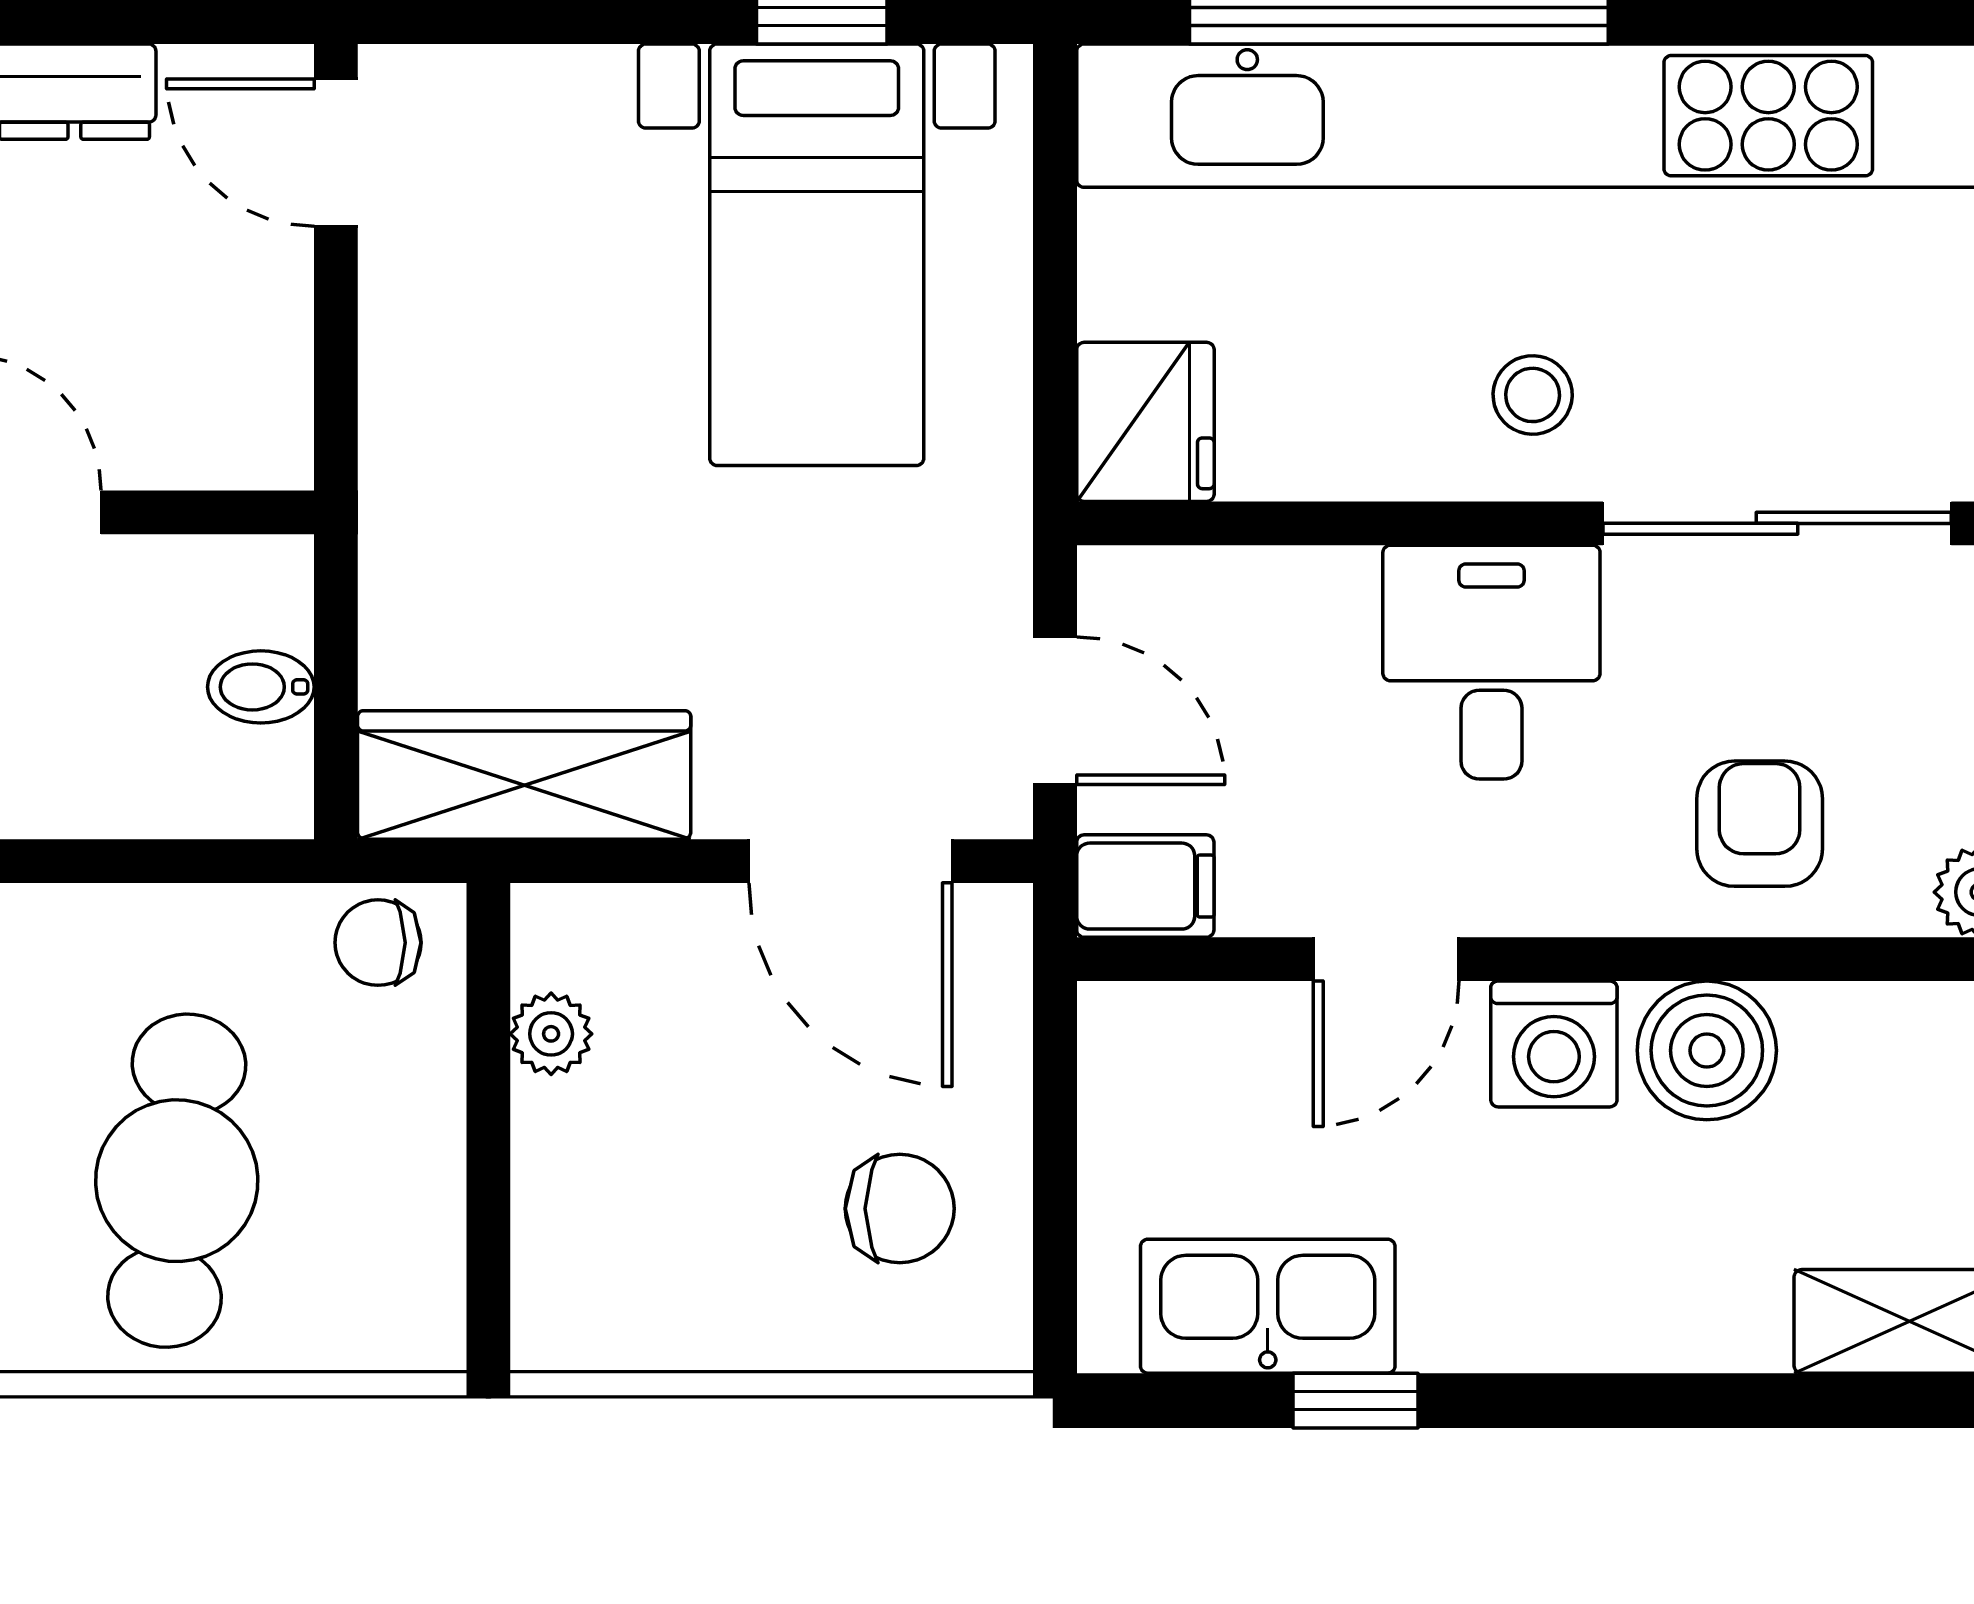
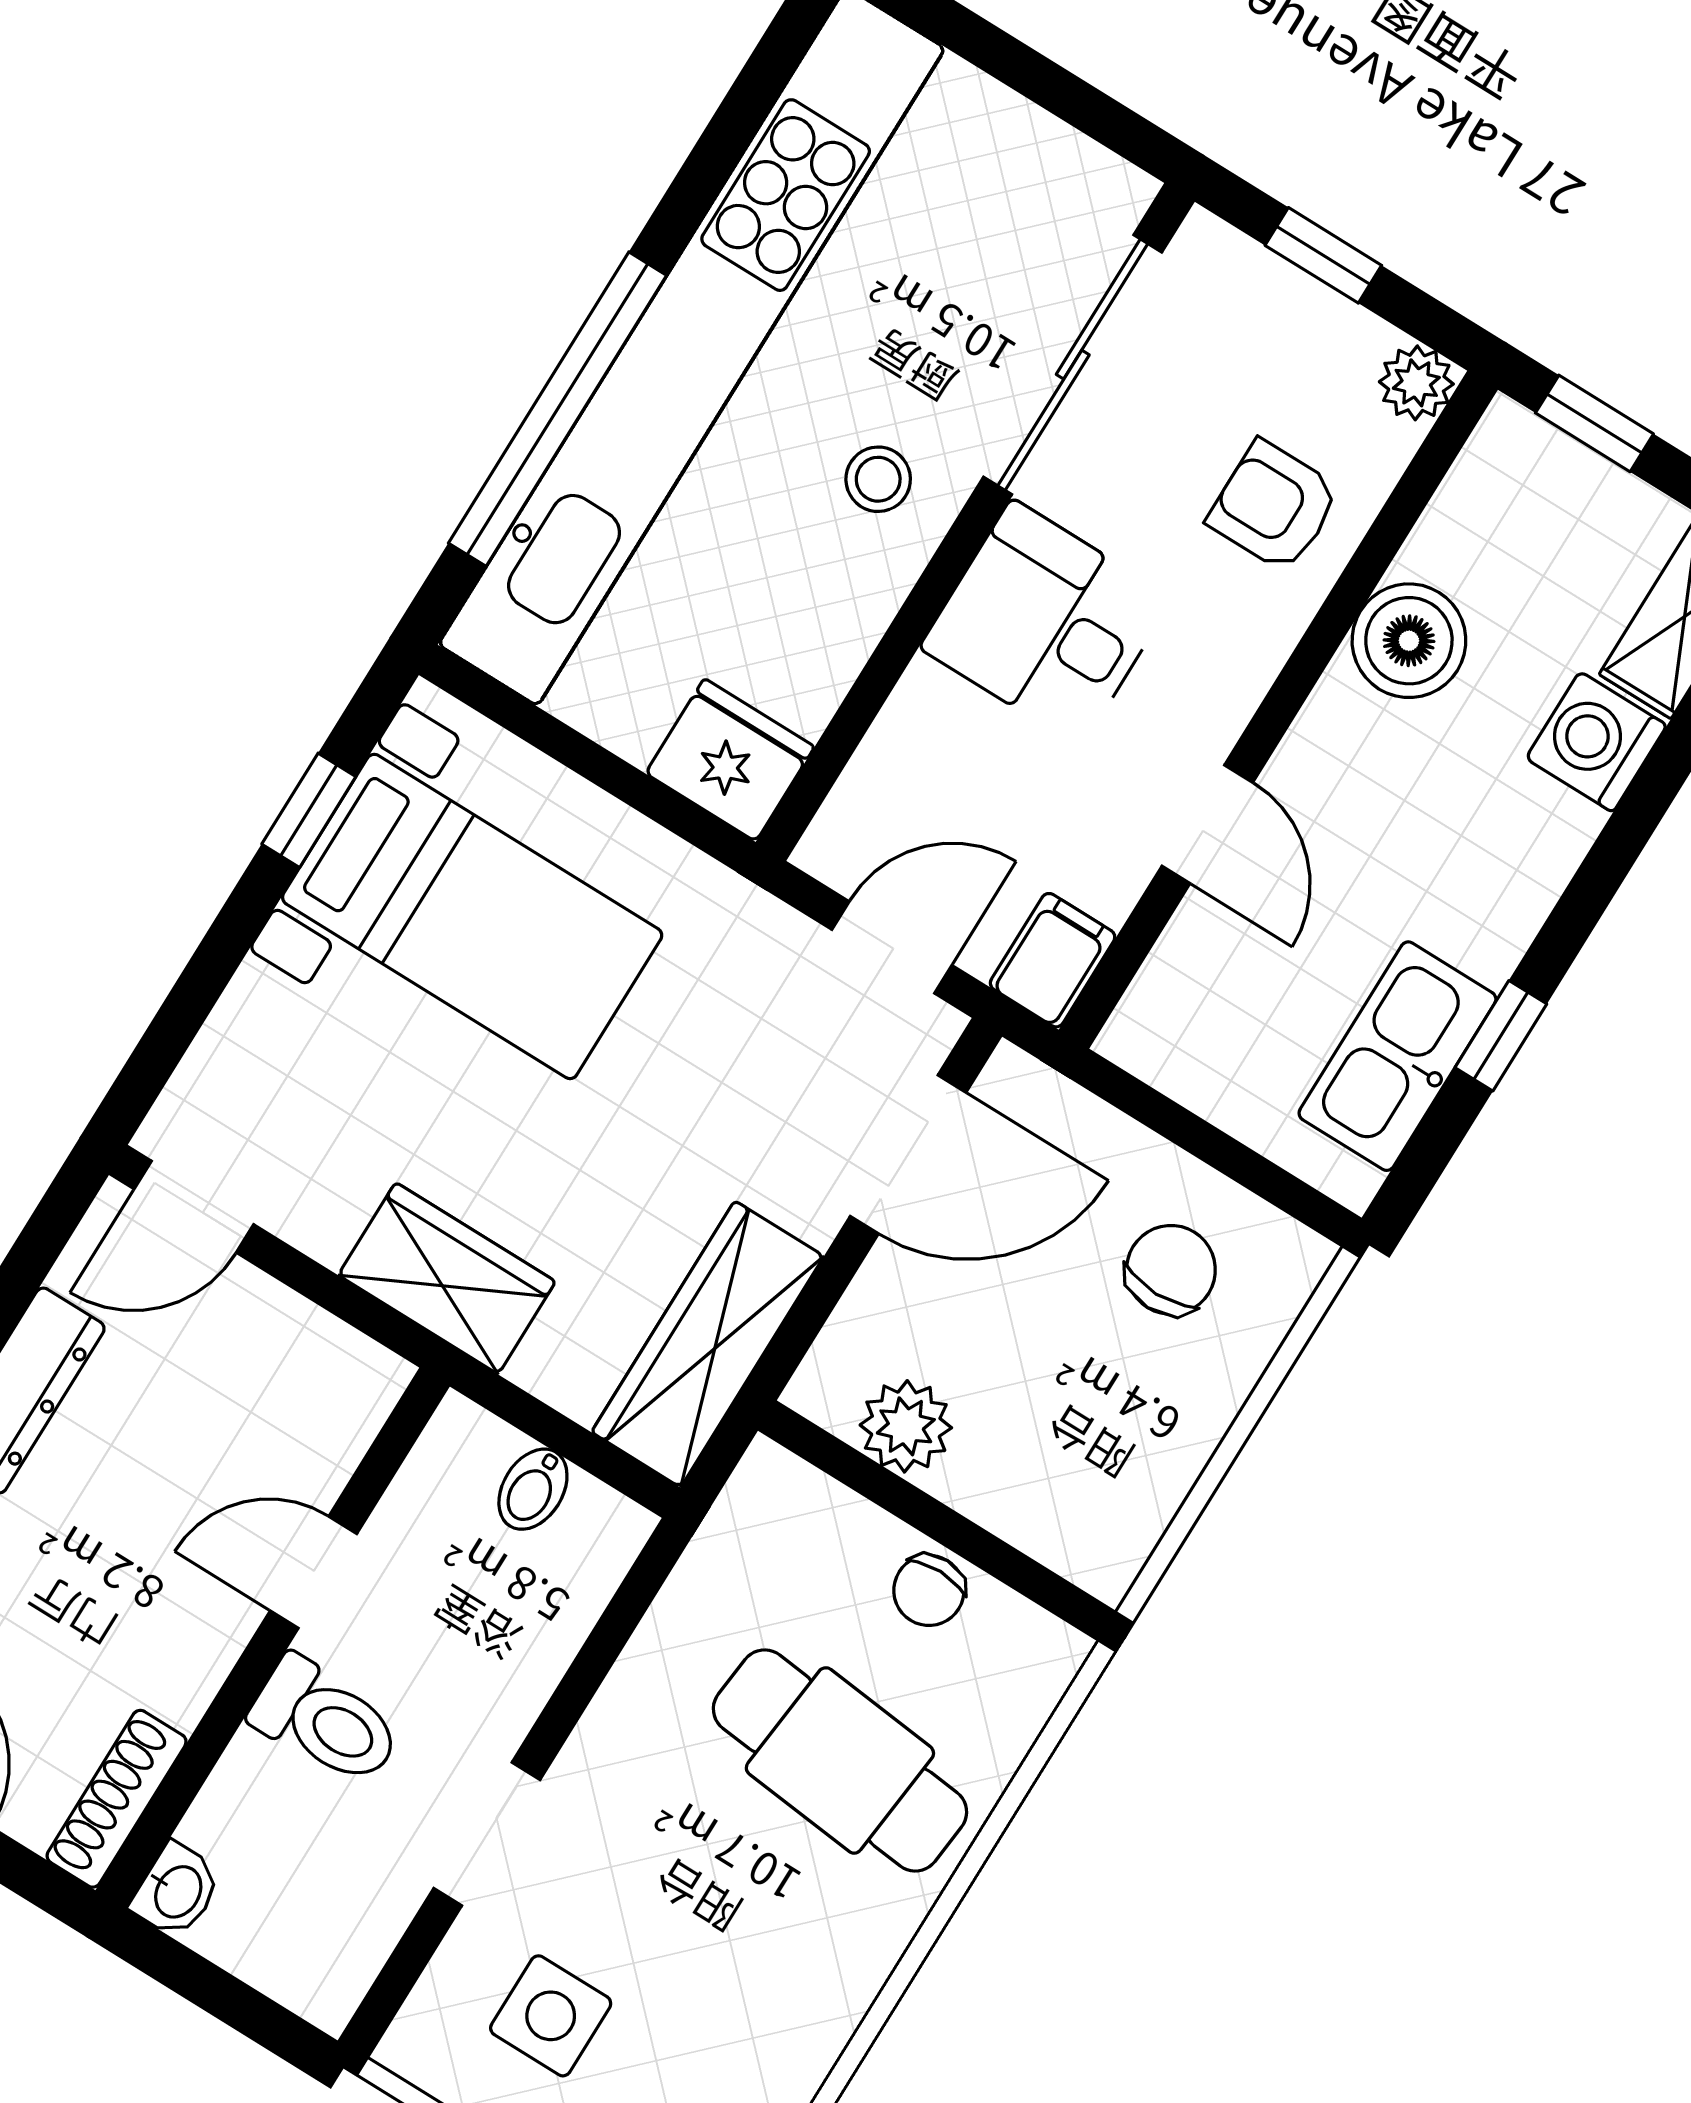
wardrobe: (425, 462) -> (447, 1278), added
chair: (378, 943) -> (929, 1590), moved
plant: (551, 1034) -> (906, 1426), width x1.38, depth x1.38
washing machine: (1554, 1044) -> (1596, 742), moved, turned 180

